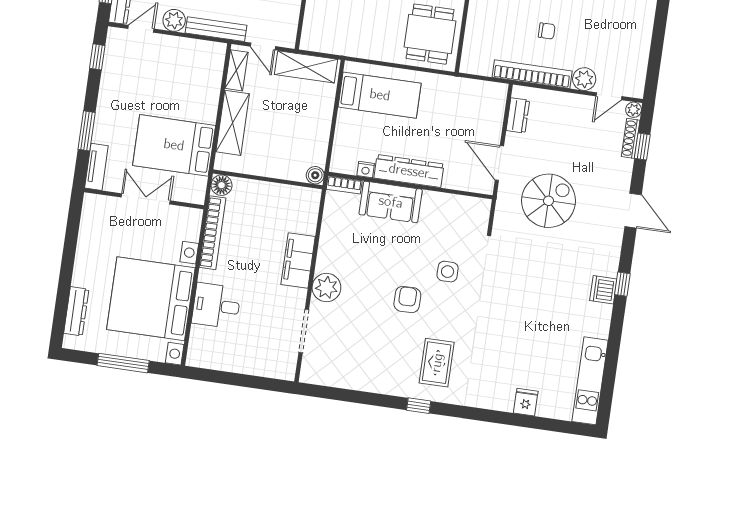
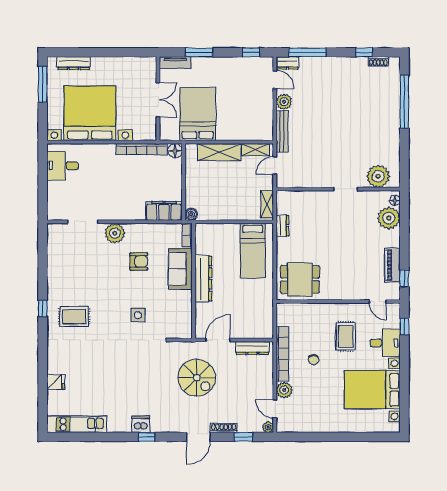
dresser: (350, 48) -> (282, 226), added
shelving: (306, 67) -> (267, 204), width x0.67, depth x0.75
dresser: (518, 115) -> (253, 348), width x1.44
shoe rack: (631, 138) -> (224, 428), moved
nightstand: (366, 169) -> (200, 248), removed
filing cabinet: (298, 260) -> (164, 211), moved
armchair: (407, 299) -> (139, 261), moved
desk: (216, 306) -> (63, 166), moved, turned -90
window: (123, 363) -> (43, 84), moved

